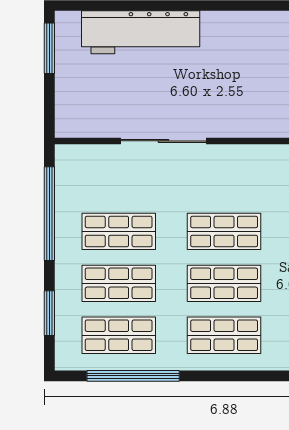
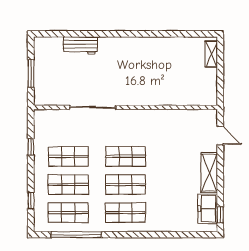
workbench: (141, 32) -> (80, 46), width x0.53, depth x0.76
window: (49, 48) -> (31, 73), moved
window: (49, 214) -> (31, 147), width x0.32
window: (49, 313) -> (31, 201), width x0.67

